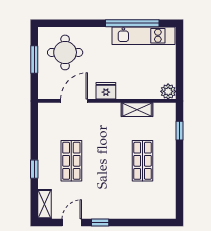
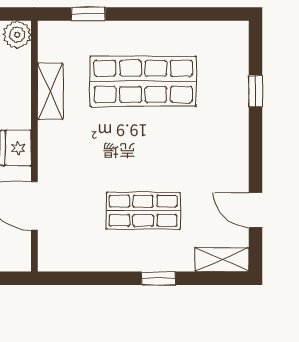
shop shelf: (143, 161) -> (143, 81), width x1.43, depth x1.36
window: (100, 223) -> (255, 91), moved

